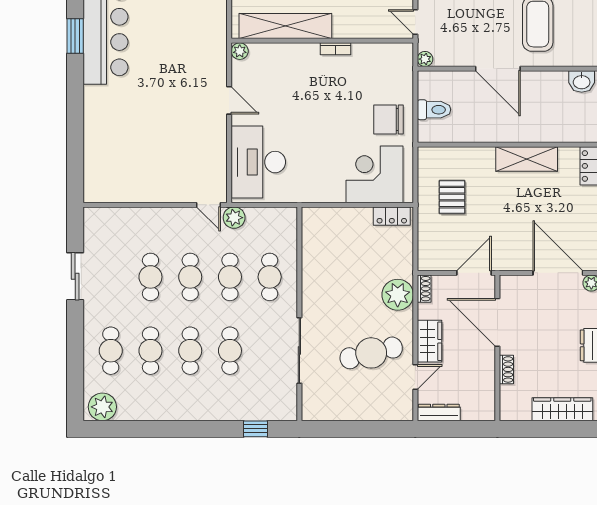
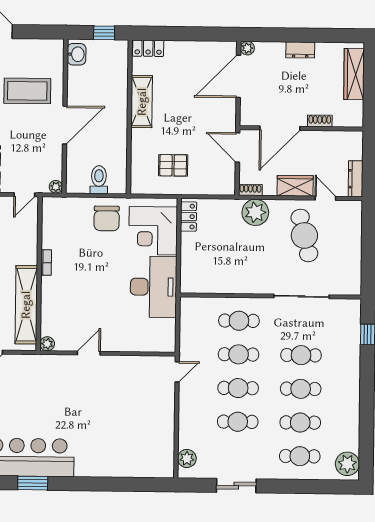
desk: (258, 162) -> (153, 287), moved, turned -90
plant: (234, 218) -> (187, 458), moved

